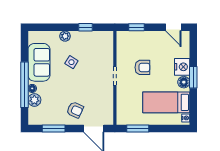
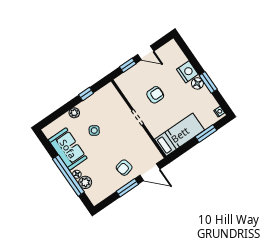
door: (173, 27) -> (146, 53), moved
window: (193, 77) -> (208, 82), moved
bed: (166, 102) -> (180, 135), moved, turned 180
armchair: (75, 110) -> (124, 168), turned 144
window: (54, 128) -> (127, 188), moved
window: (138, 128) -> (206, 134), moved

